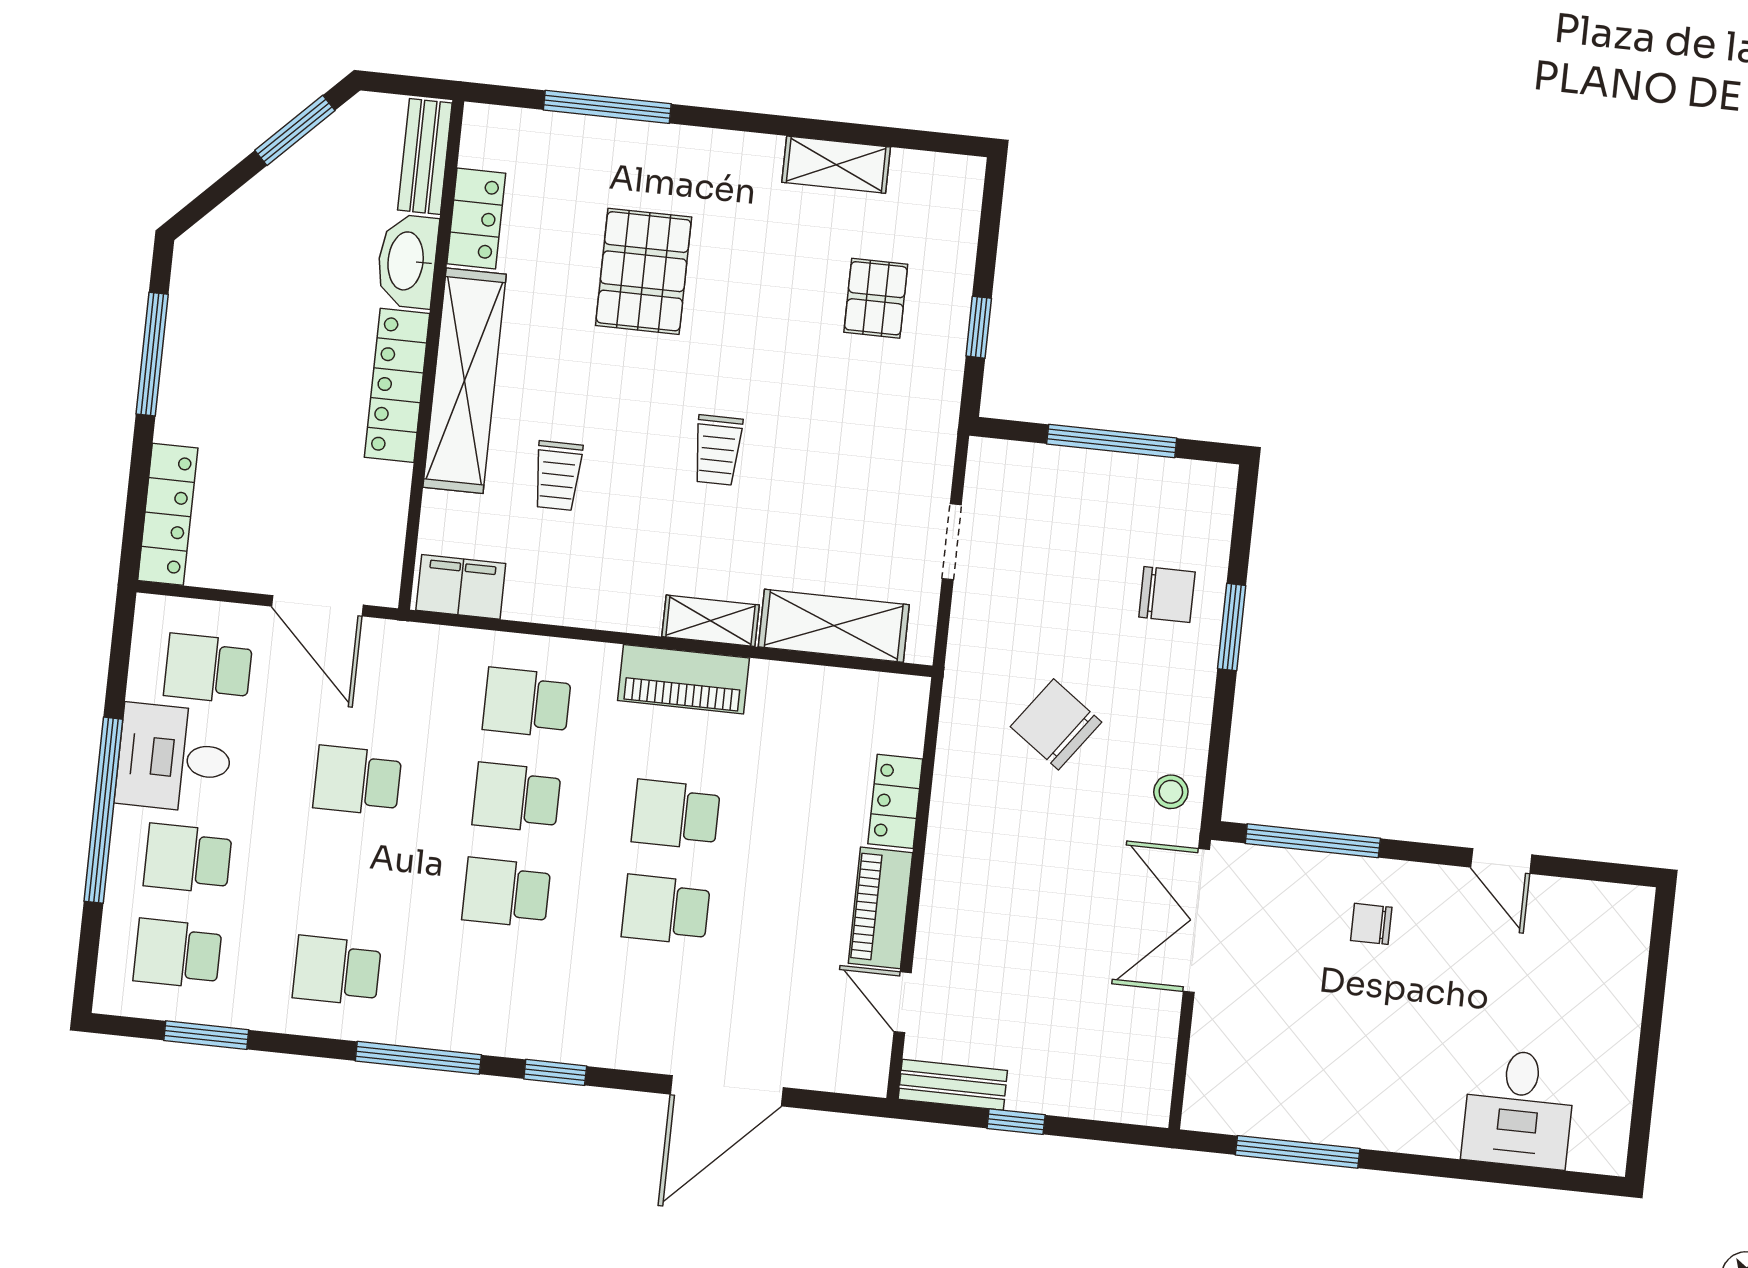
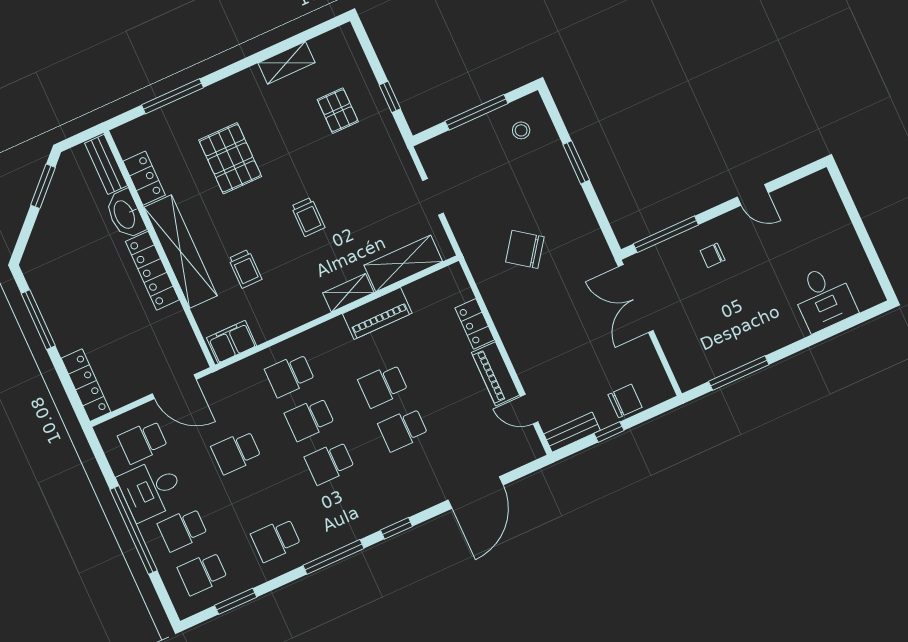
chair: (1167, 595) -> (625, 401), moved
piano: (684, 679) -> (377, 313), moved
stool: (1171, 792) -> (521, 130), moved

